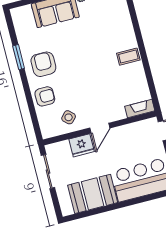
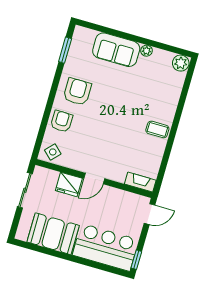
window: (19, 57) -> (65, 50), moved
armchair: (45, 96) -> (62, 121), turned -89
side table: (69, 117) -> (53, 152), moved

